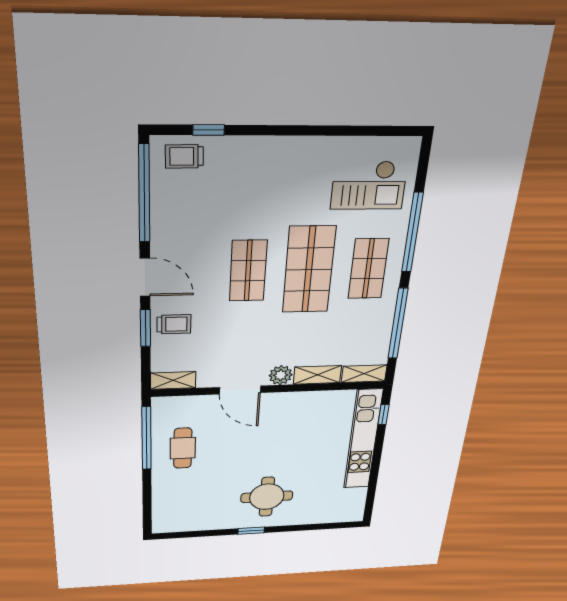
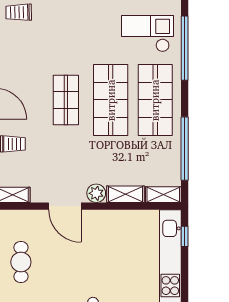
checkout: (369, 185) -> (148, 34), turned 180
window: (412, 233) -> (185, 48), moved
shop shelf: (368, 269) -> (155, 100), width x1.43, depth x1.36

